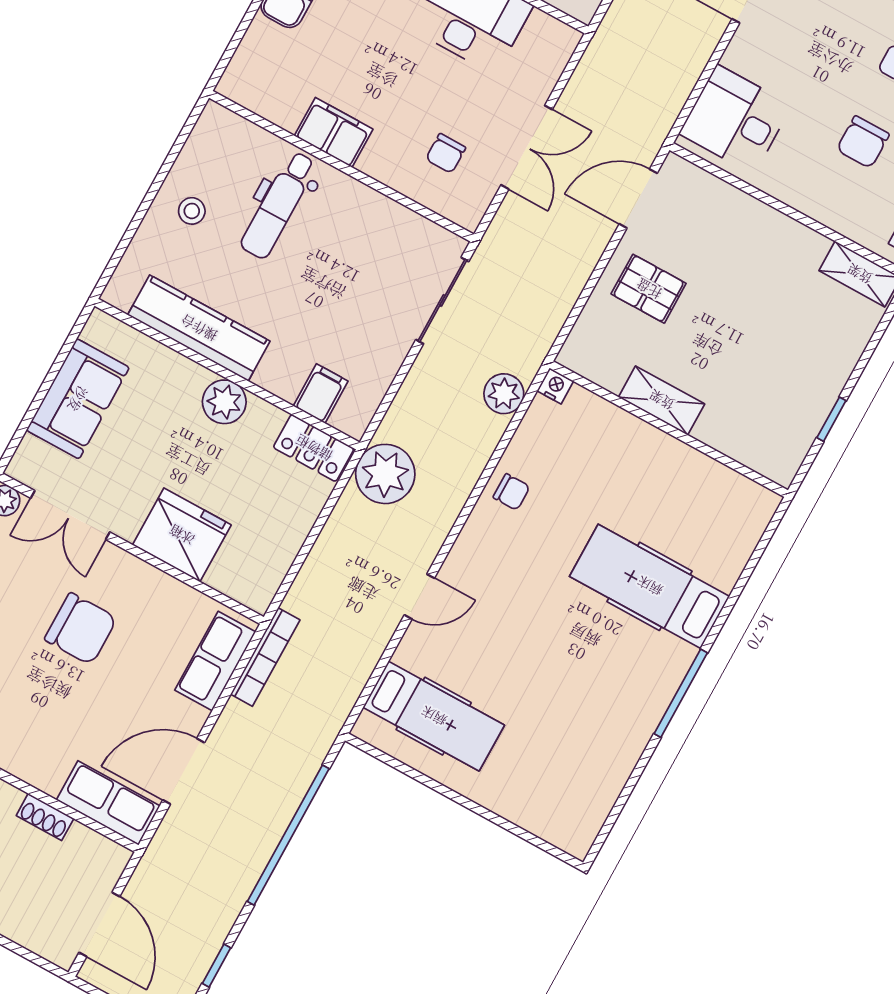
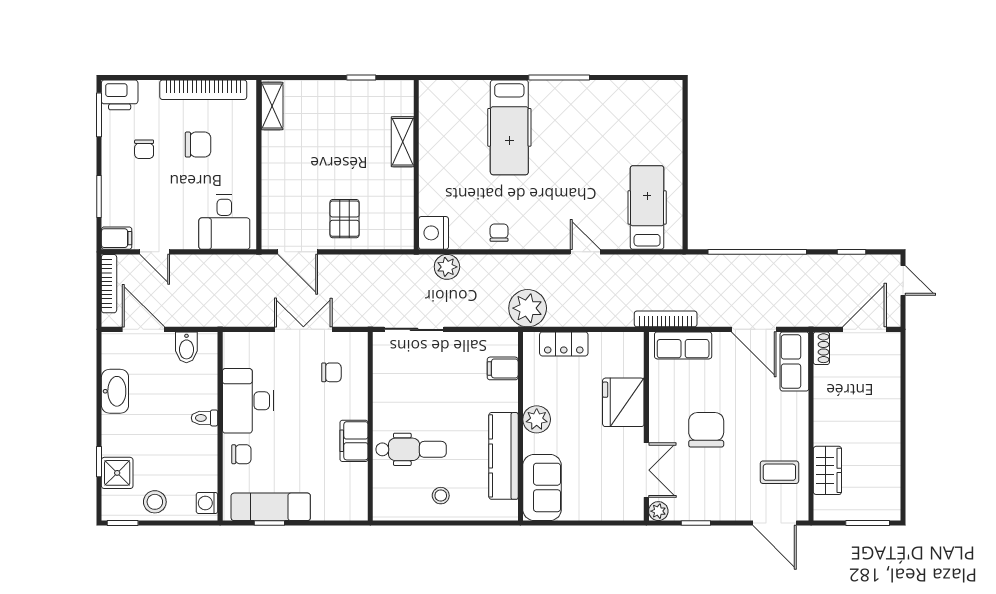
nightstand: (555, 386) -> (434, 233), width x1.89, depth x1.79
sofa: (78, 399) -> (542, 487), moved, turned 90
shelving: (662, 400) -> (403, 142), moved
locker: (314, 448) -> (564, 344), moved, turned 90
shoe rack: (45, 817) -> (821, 348), moved

